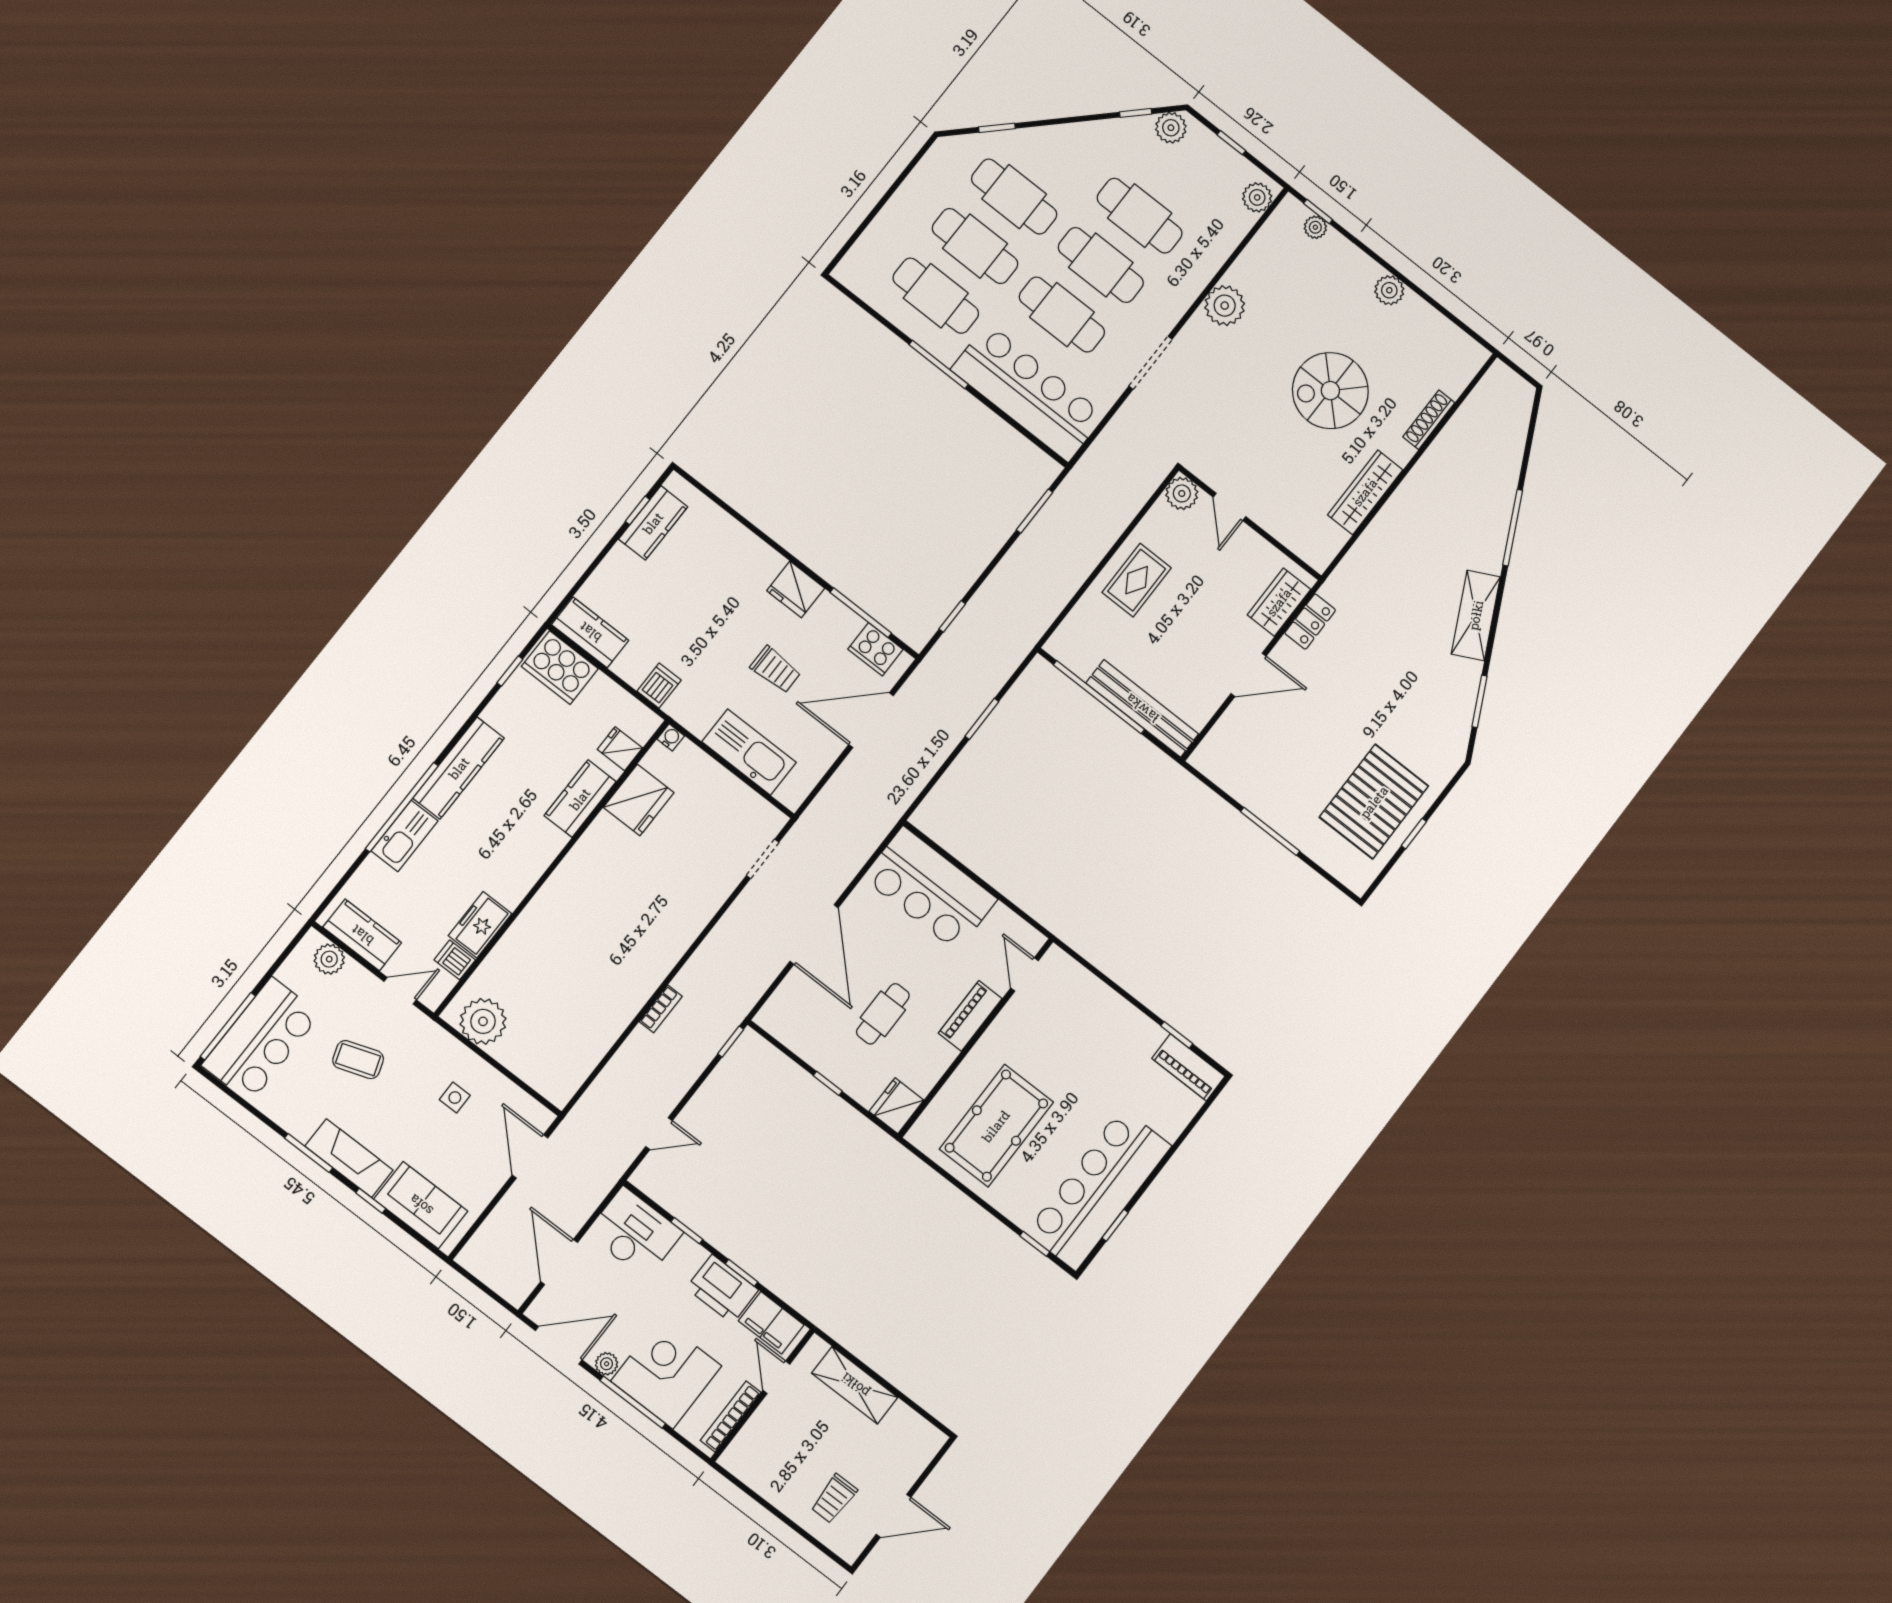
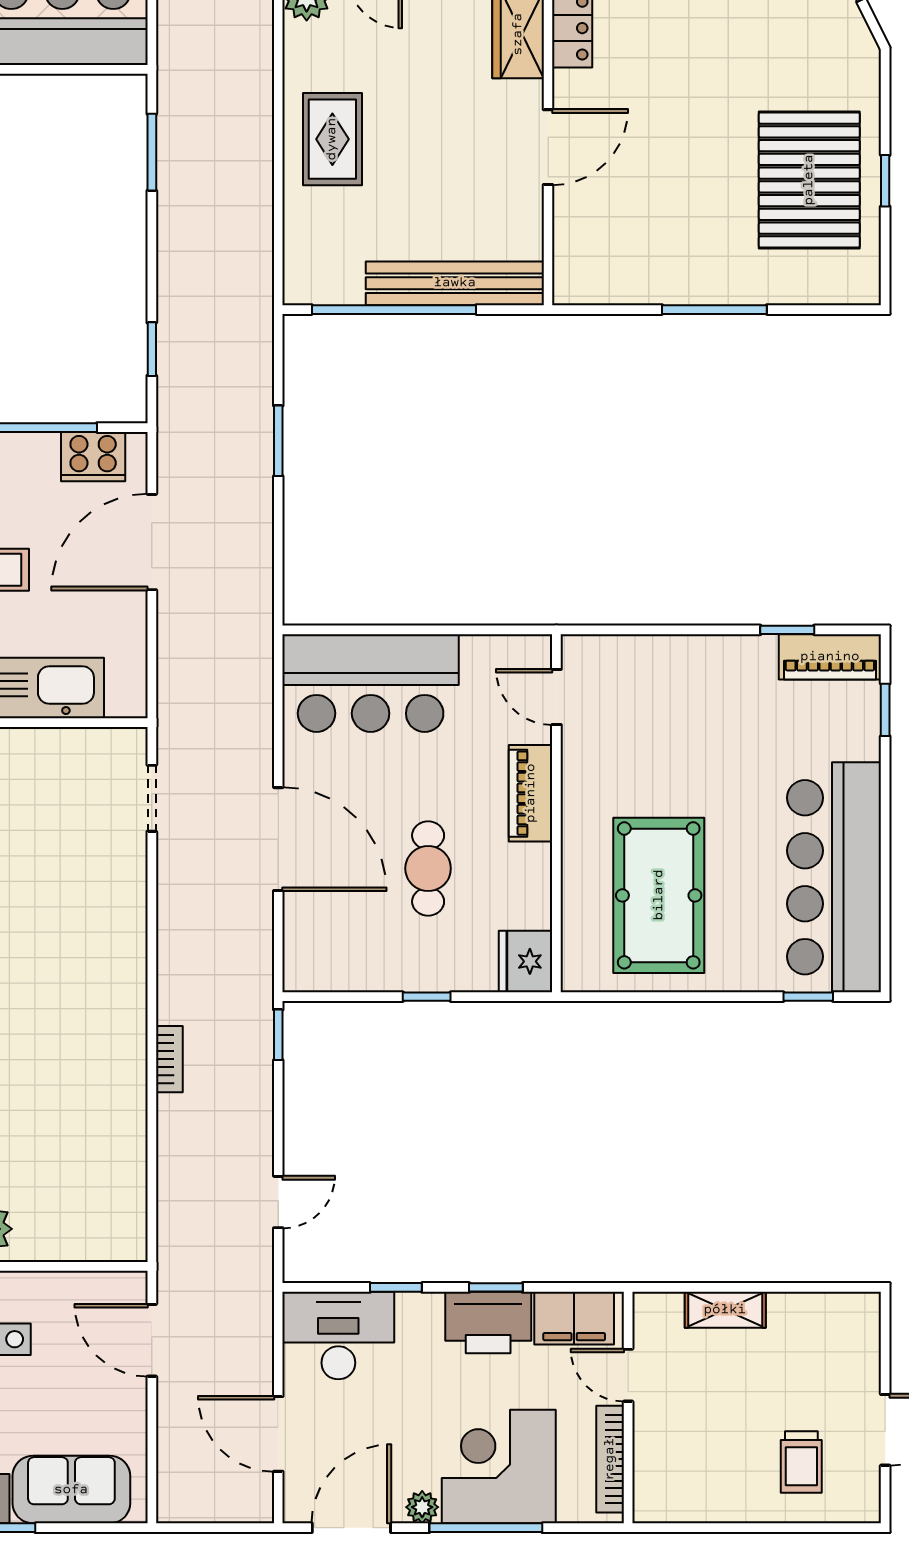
window: (1115, 1225) -> (885, 710), moved
shelving: (855, 1385) -> (725, 1310), width x0.67, depth x0.75

